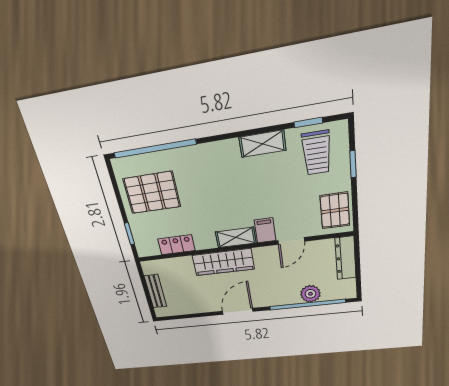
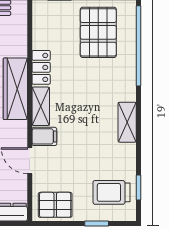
shelving: (262, 144) -> (127, 122), moved
locker: (176, 245) -> (41, 67), moved

